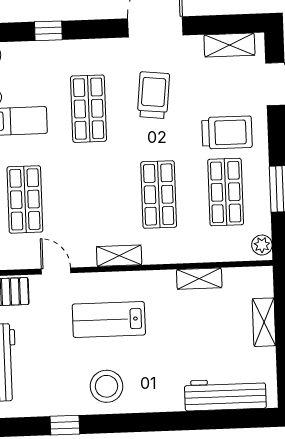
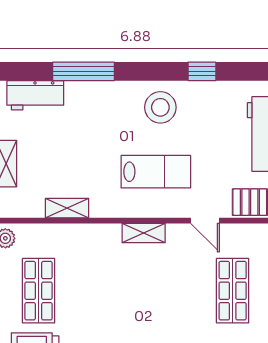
shop shelf: (159, 195) -> (103, 291), removed
workbench: (225, 395) -> (35, 95), width x0.73
window: (187, 421) -> (83, 71), added

